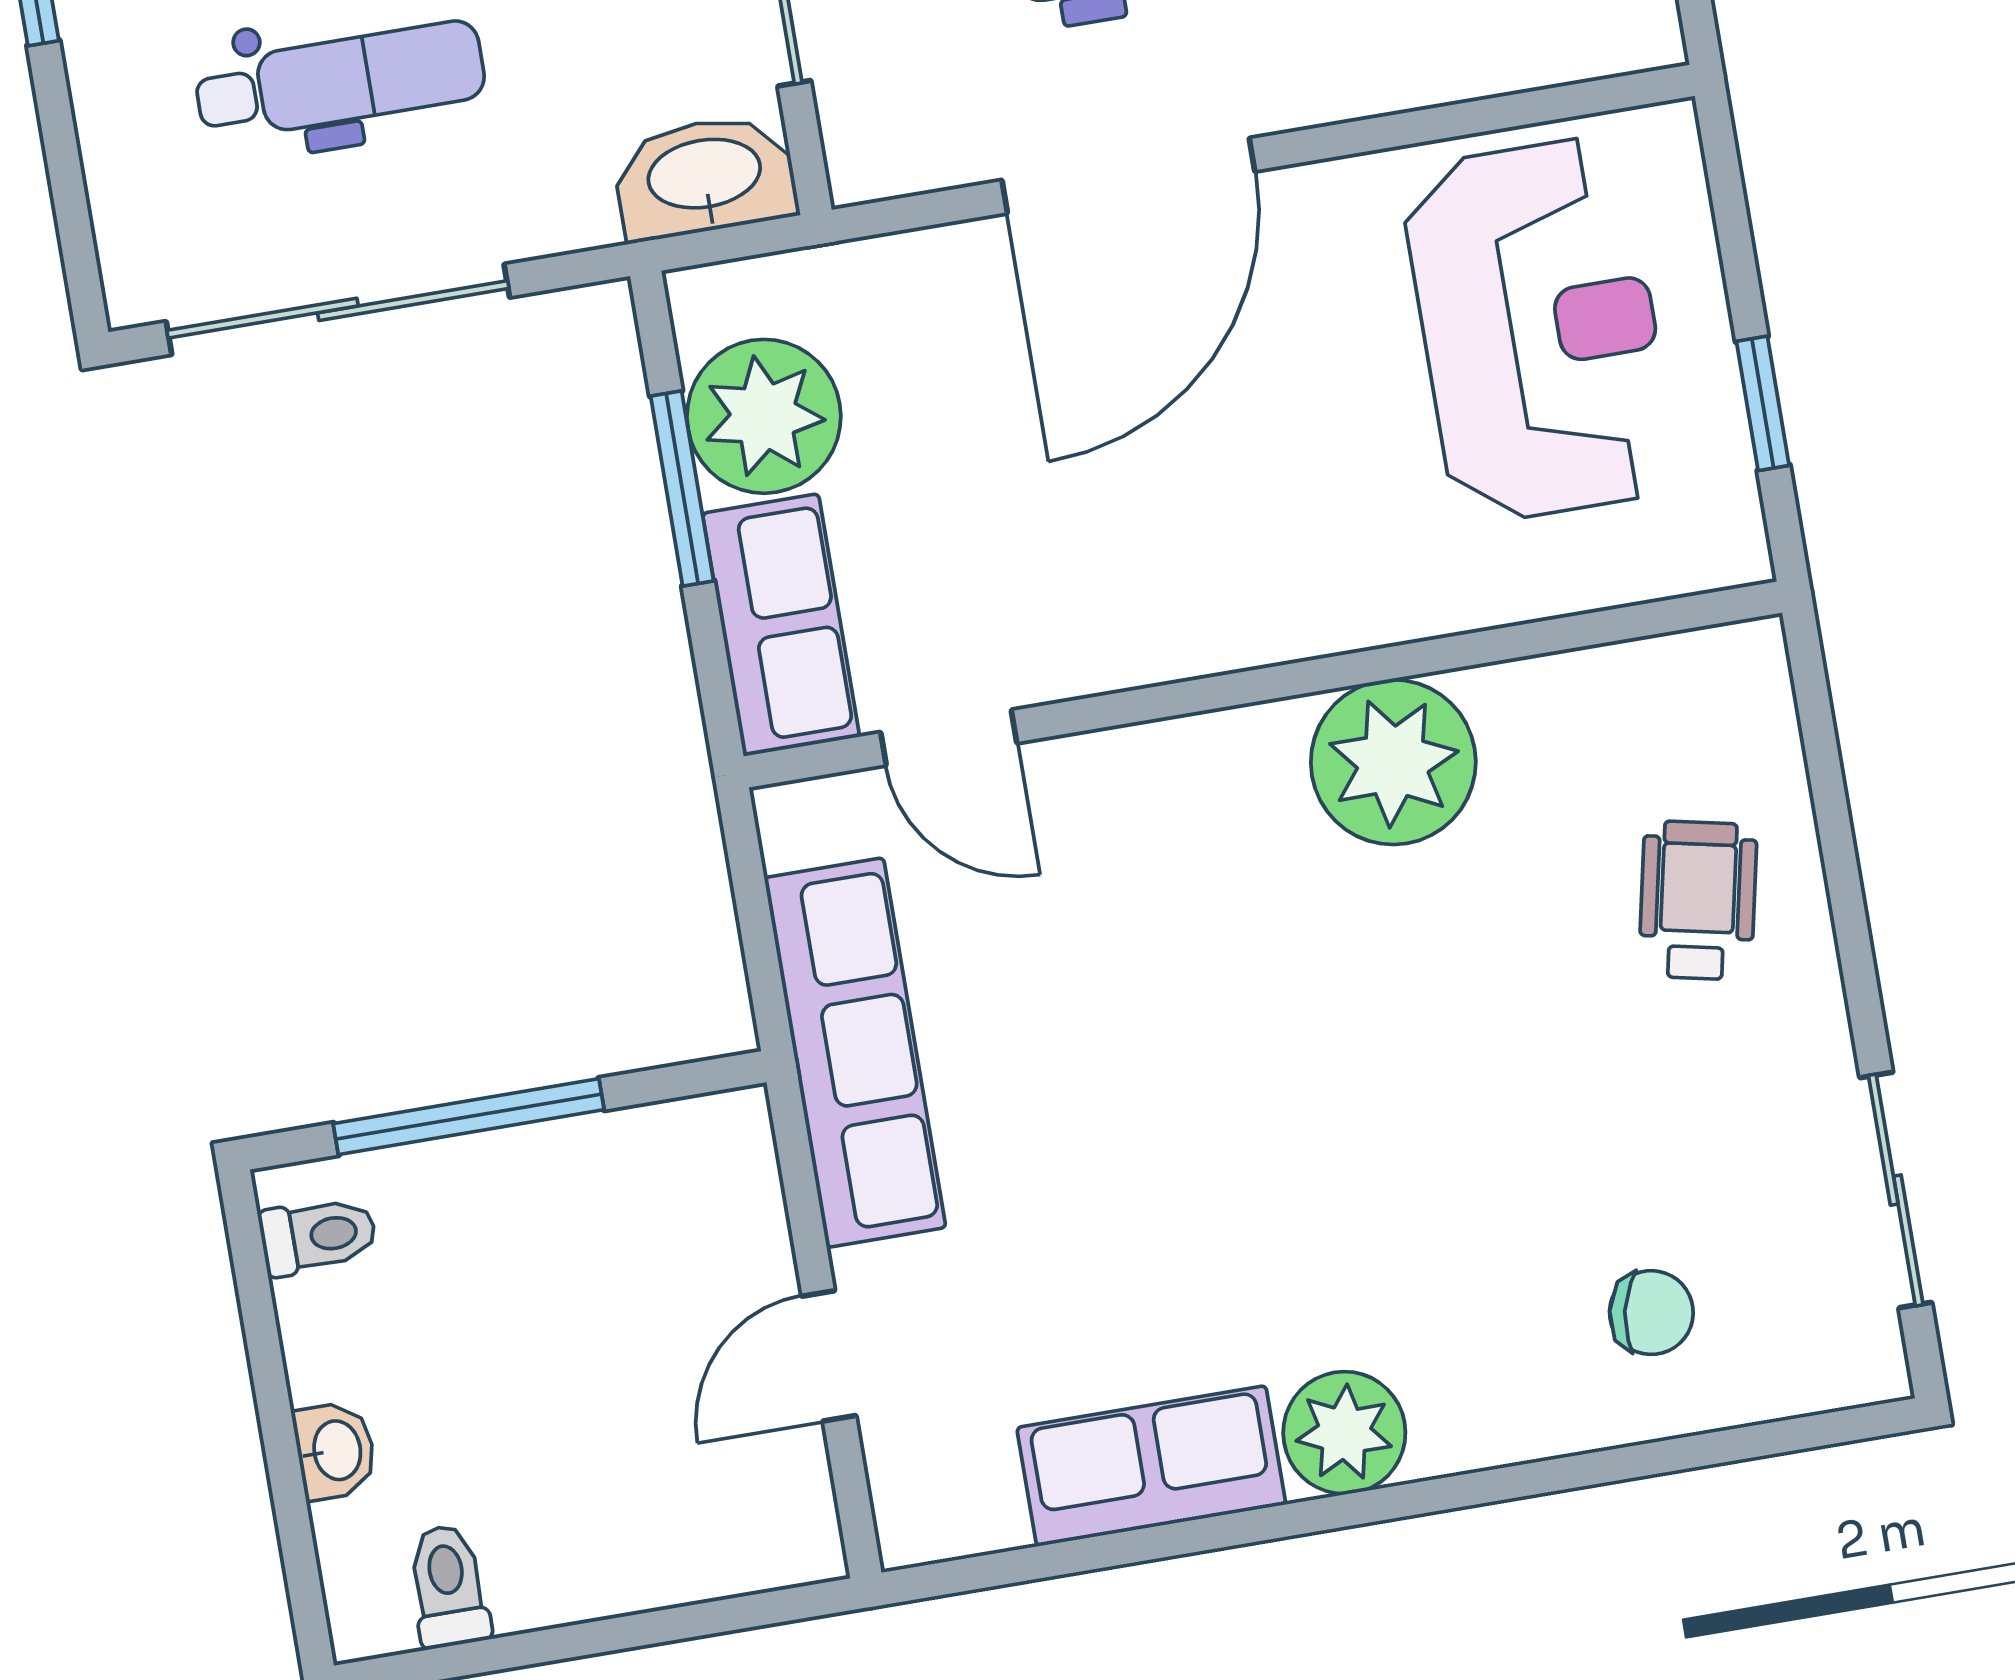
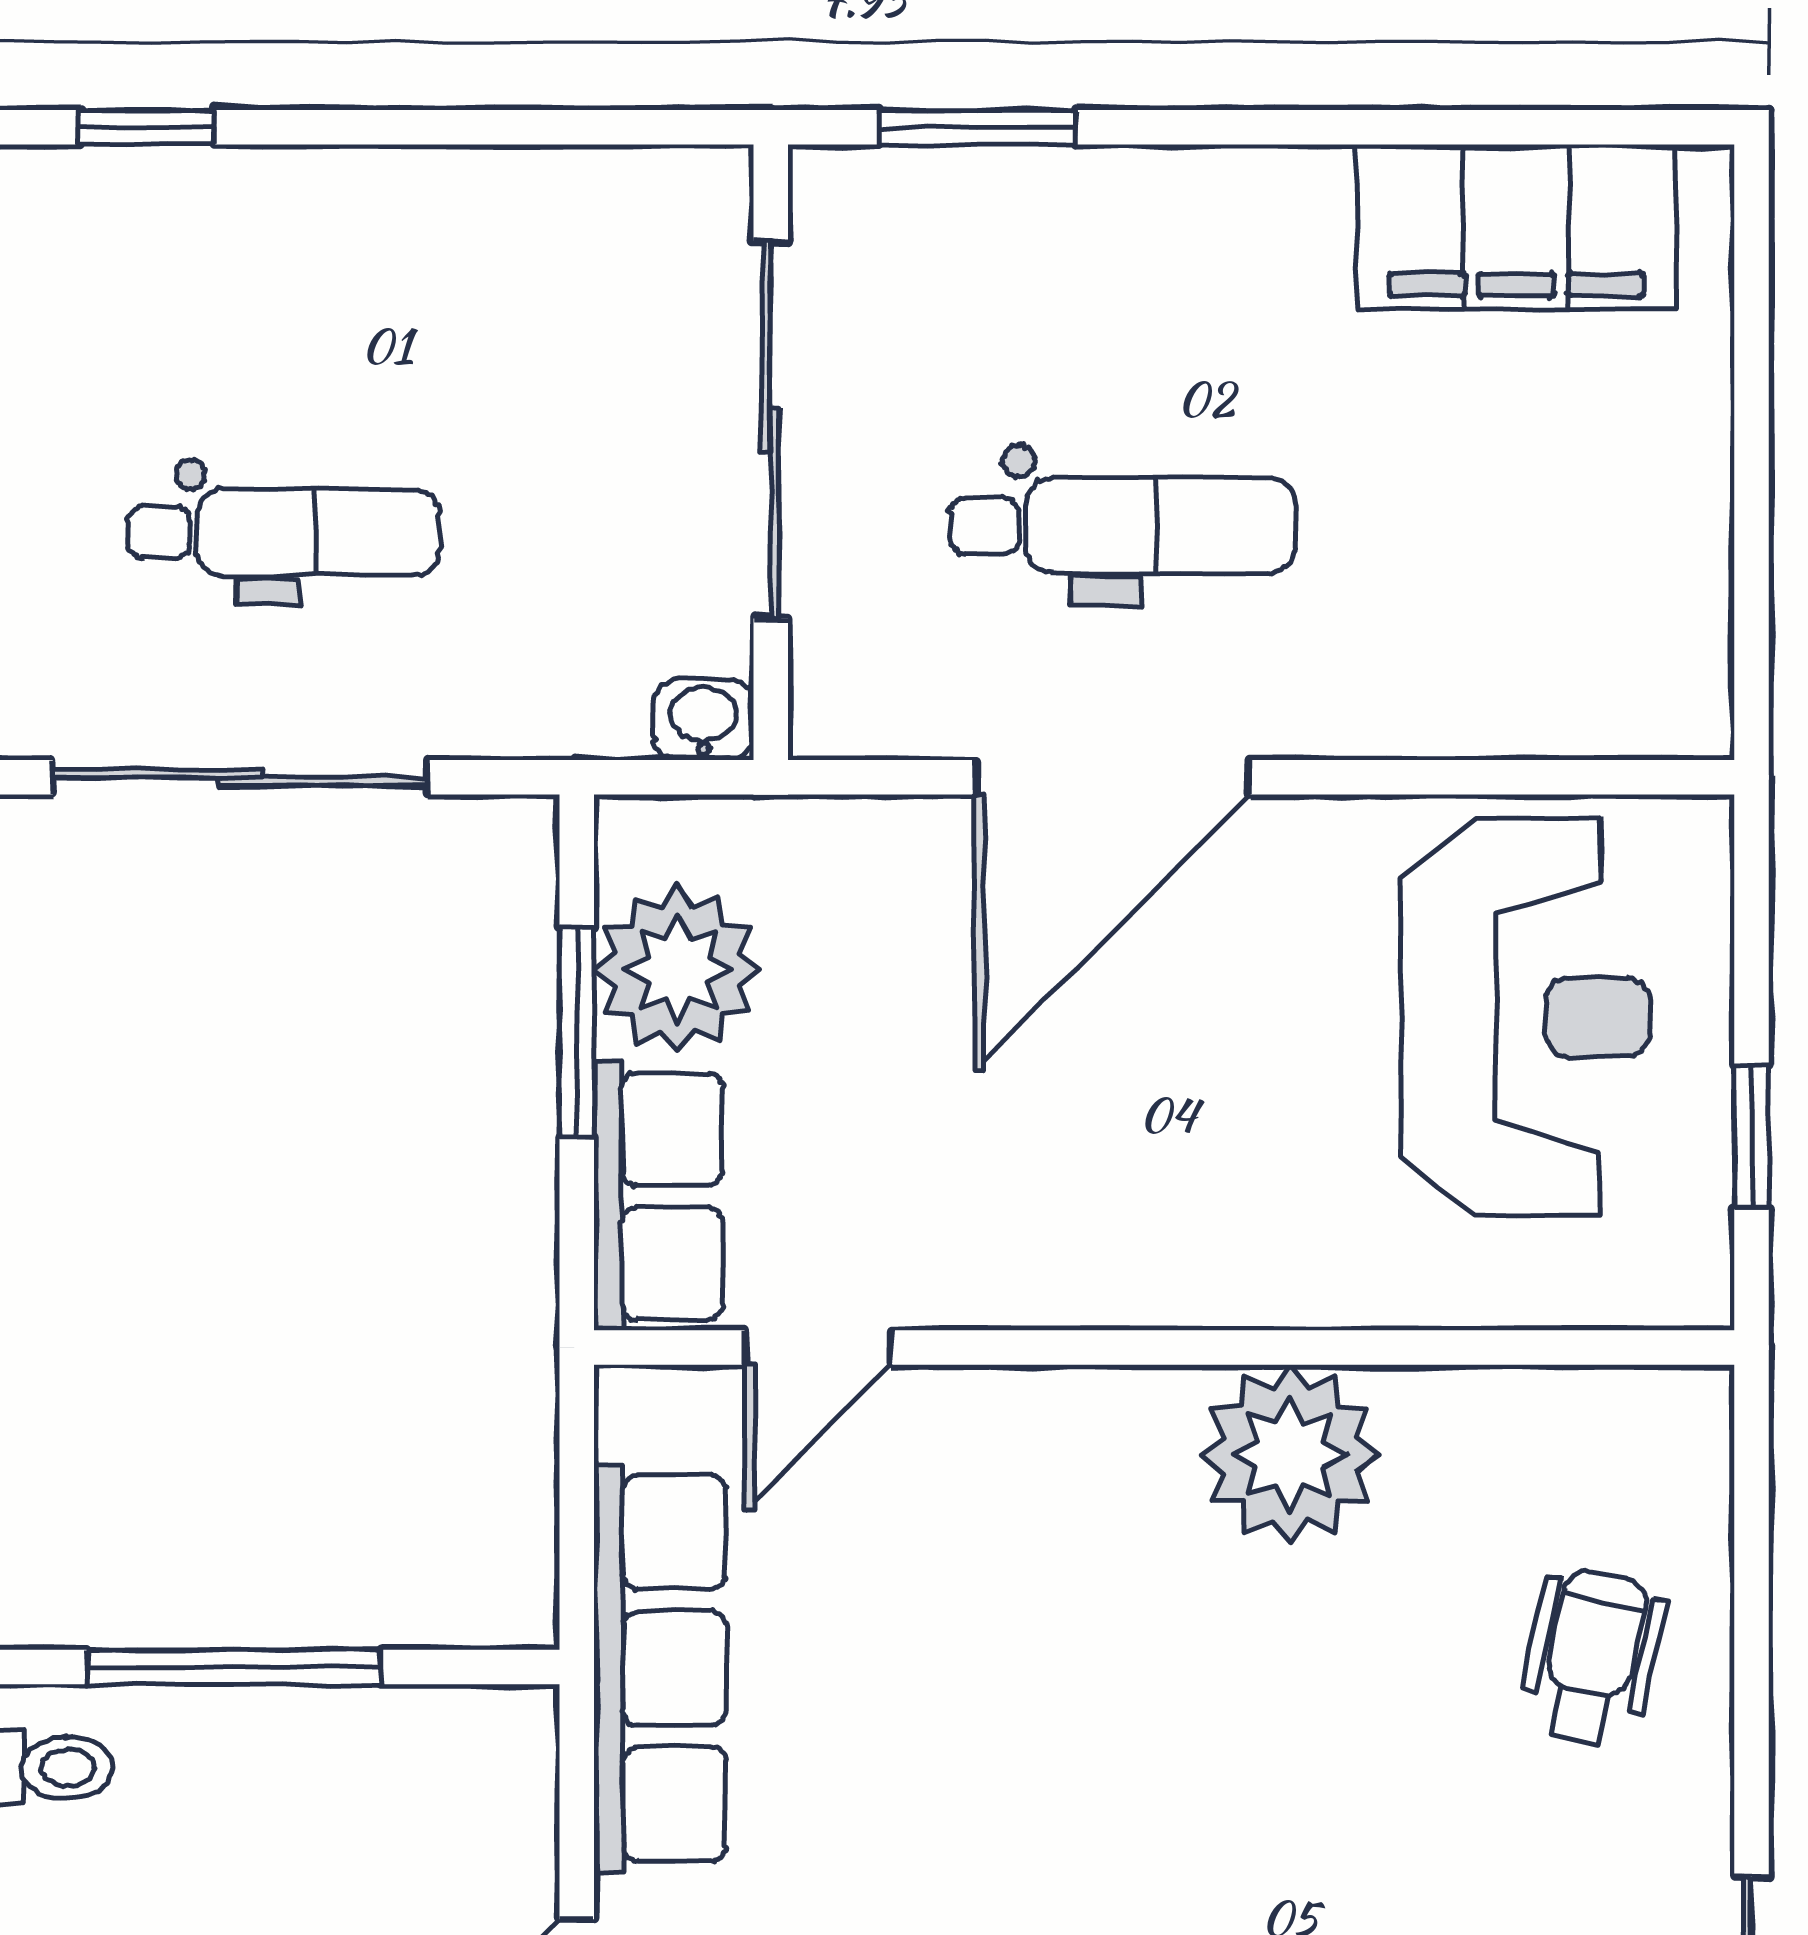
washbasin: (705, 177) -> (703, 720), width x0.52, depth x0.69
door: (949, 738) -> (818, 1348), hinge flipped

